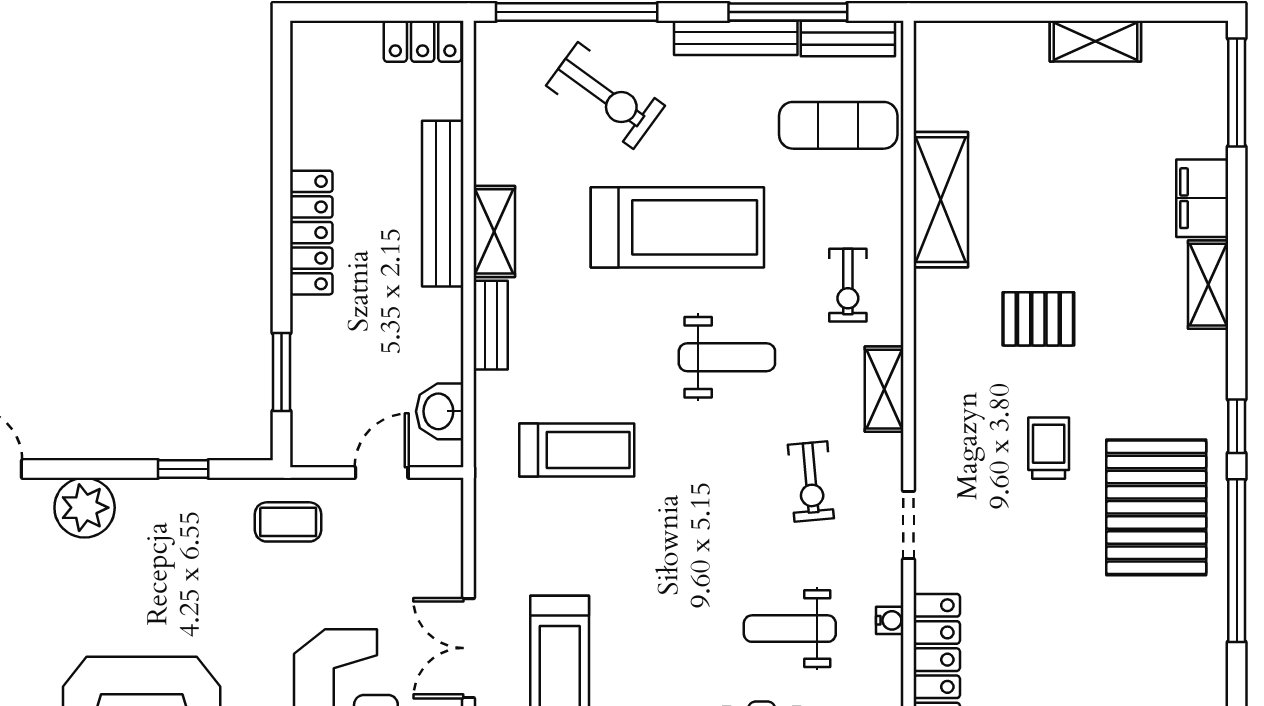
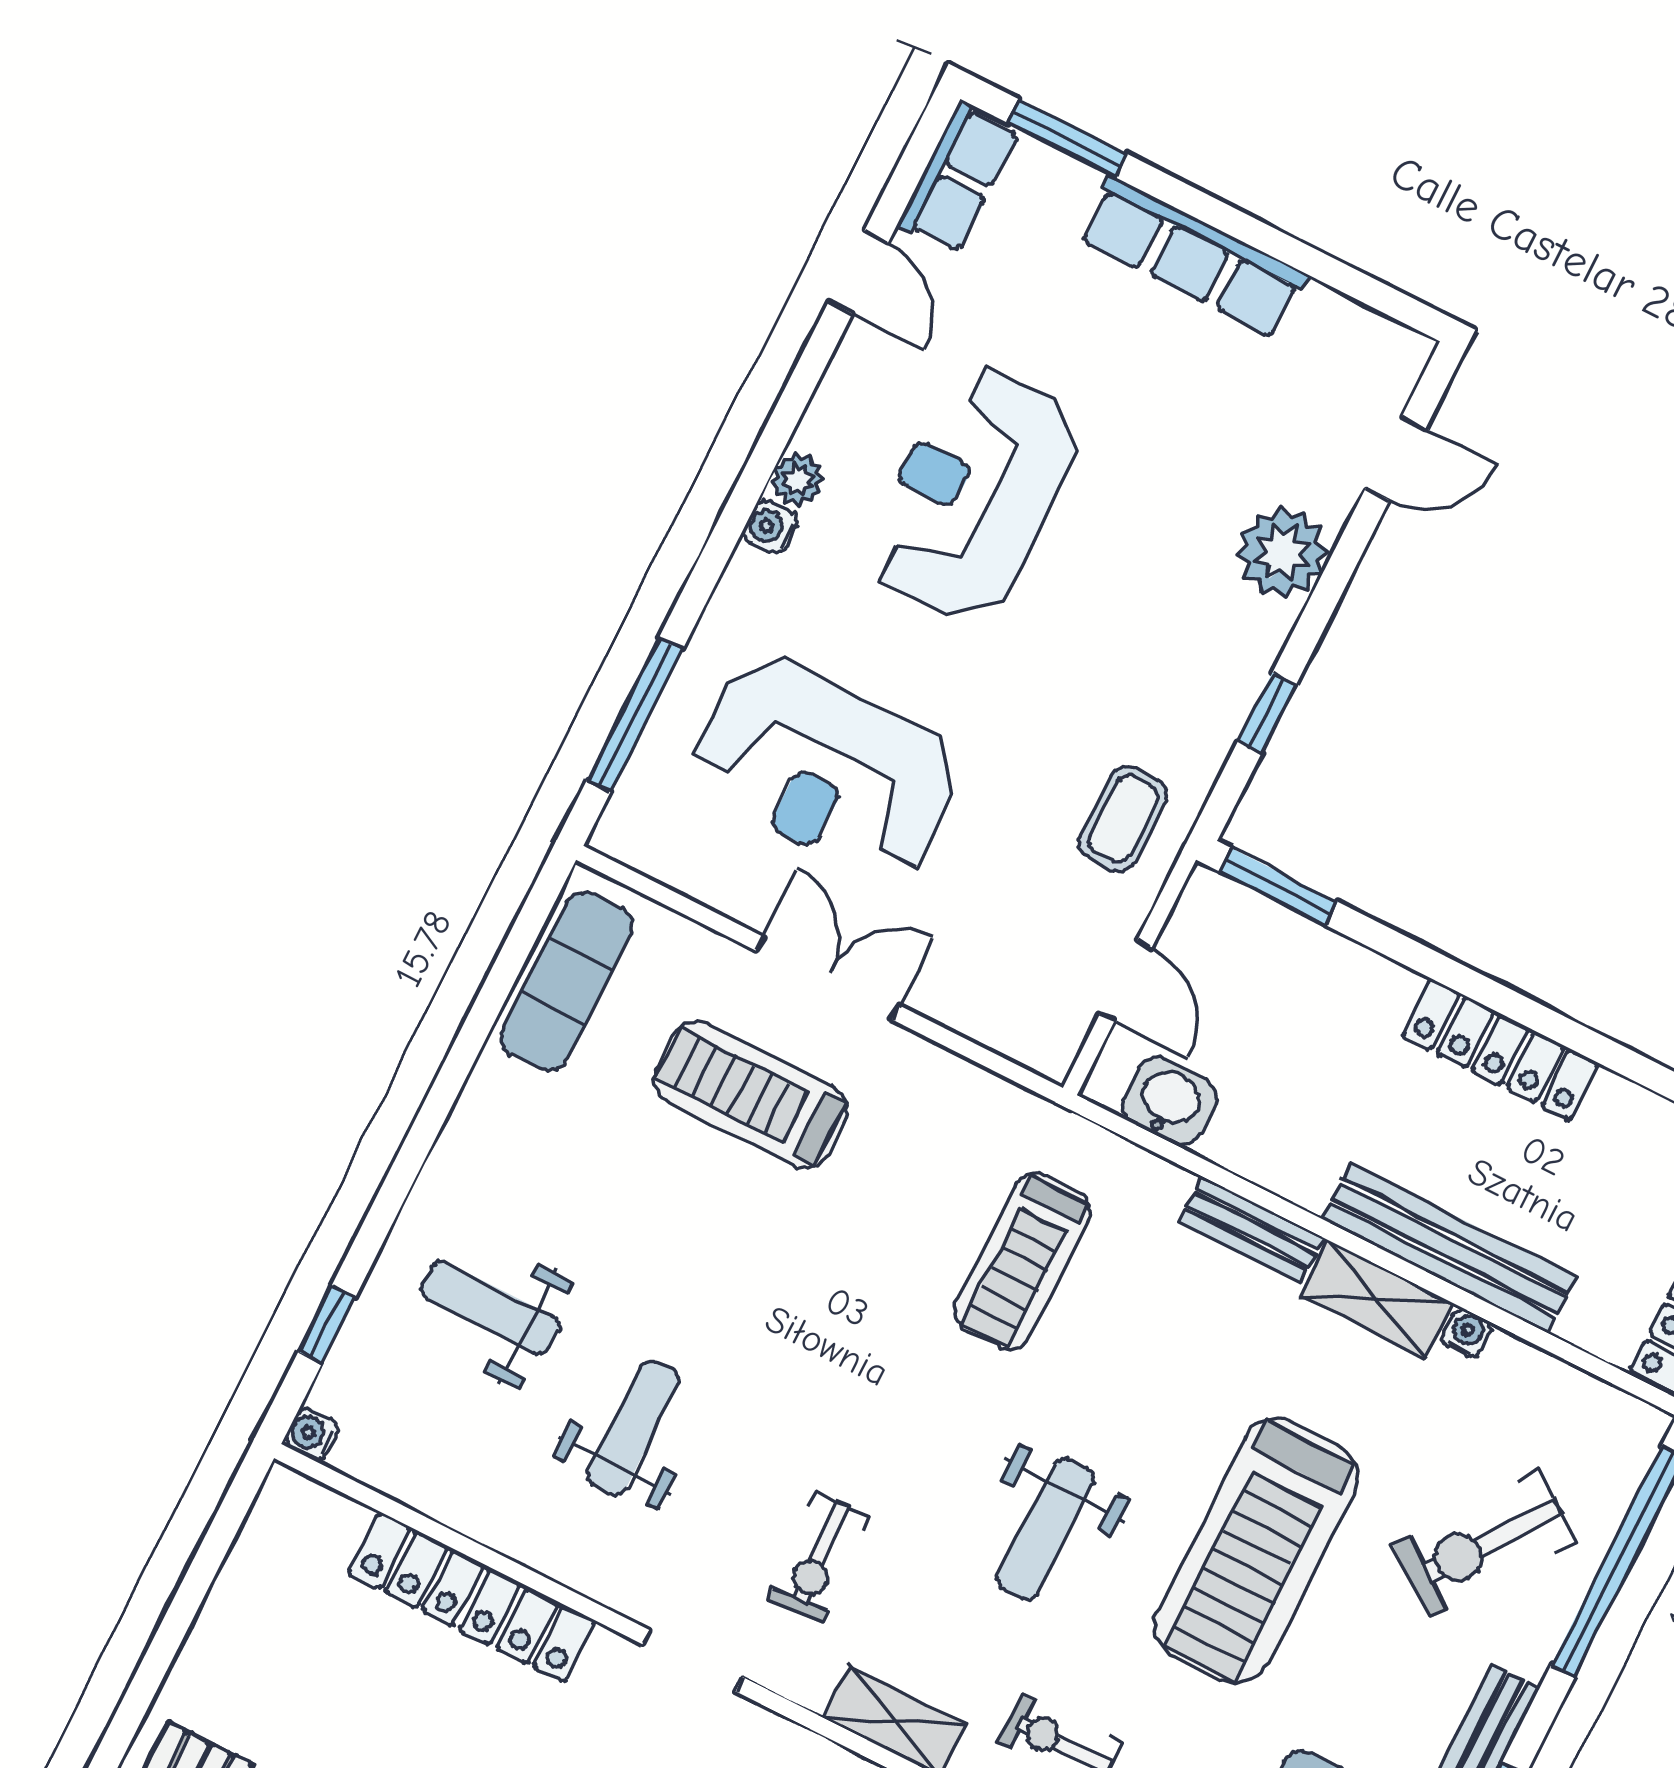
window: (282, 372) -> (1279, 887), moved
exercise bike: (811, 482) -> (819, 1558), turned -88
water cooler: (890, 620) -> (1466, 1333), moved, turned 180

